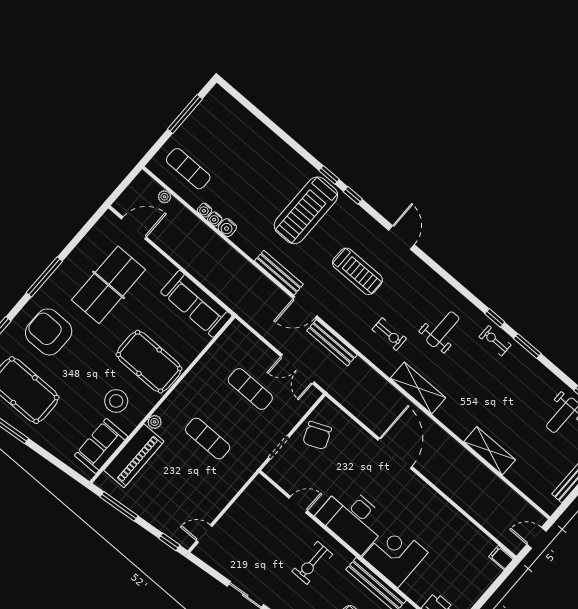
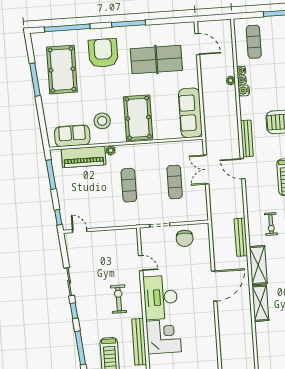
plant: (165, 197) -> (231, 80), moved
bench: (332, 343) -> (241, 237), moved
double door: (297, 369) -> (206, 170), moved
chair: (317, 435) -> (185, 238), turned -67
shelving: (490, 451) -> (260, 303), moved
exercise bike: (312, 563) -> (119, 299), turned 90

